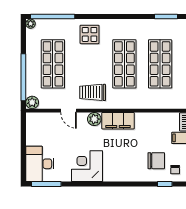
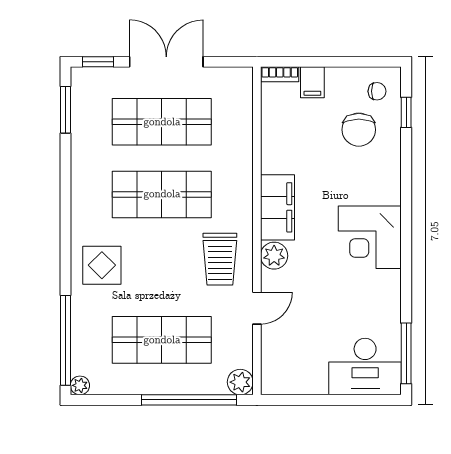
chair: (156, 161) -> (359, 130), turned 180
corner desk: (87, 166) -> (370, 237), moved

